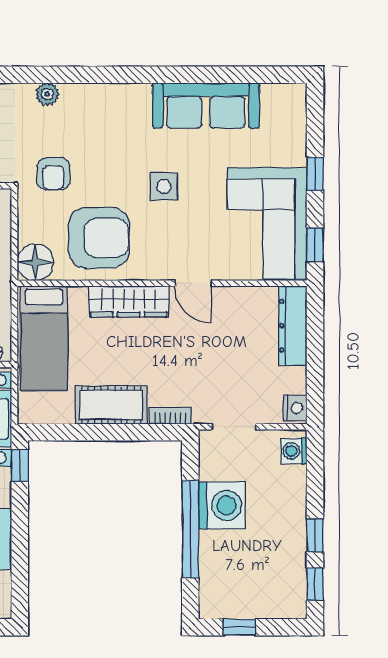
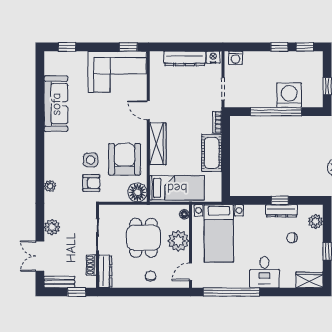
window: (315, 174) -> (67, 47), moved
side table: (164, 187) -> (91, 160), moved
door: (193, 283) -> (148, 110), swing flipped
dresser: (293, 326) -> (185, 58), moved
window: (20, 466) -> (280, 200), moved
washing machine: (222, 505) -> (289, 95), moved

